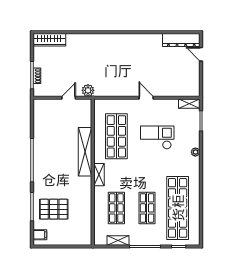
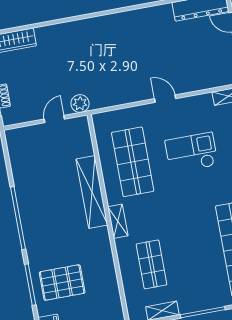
shop shelf: (147, 208) -> (195, 256), removed

